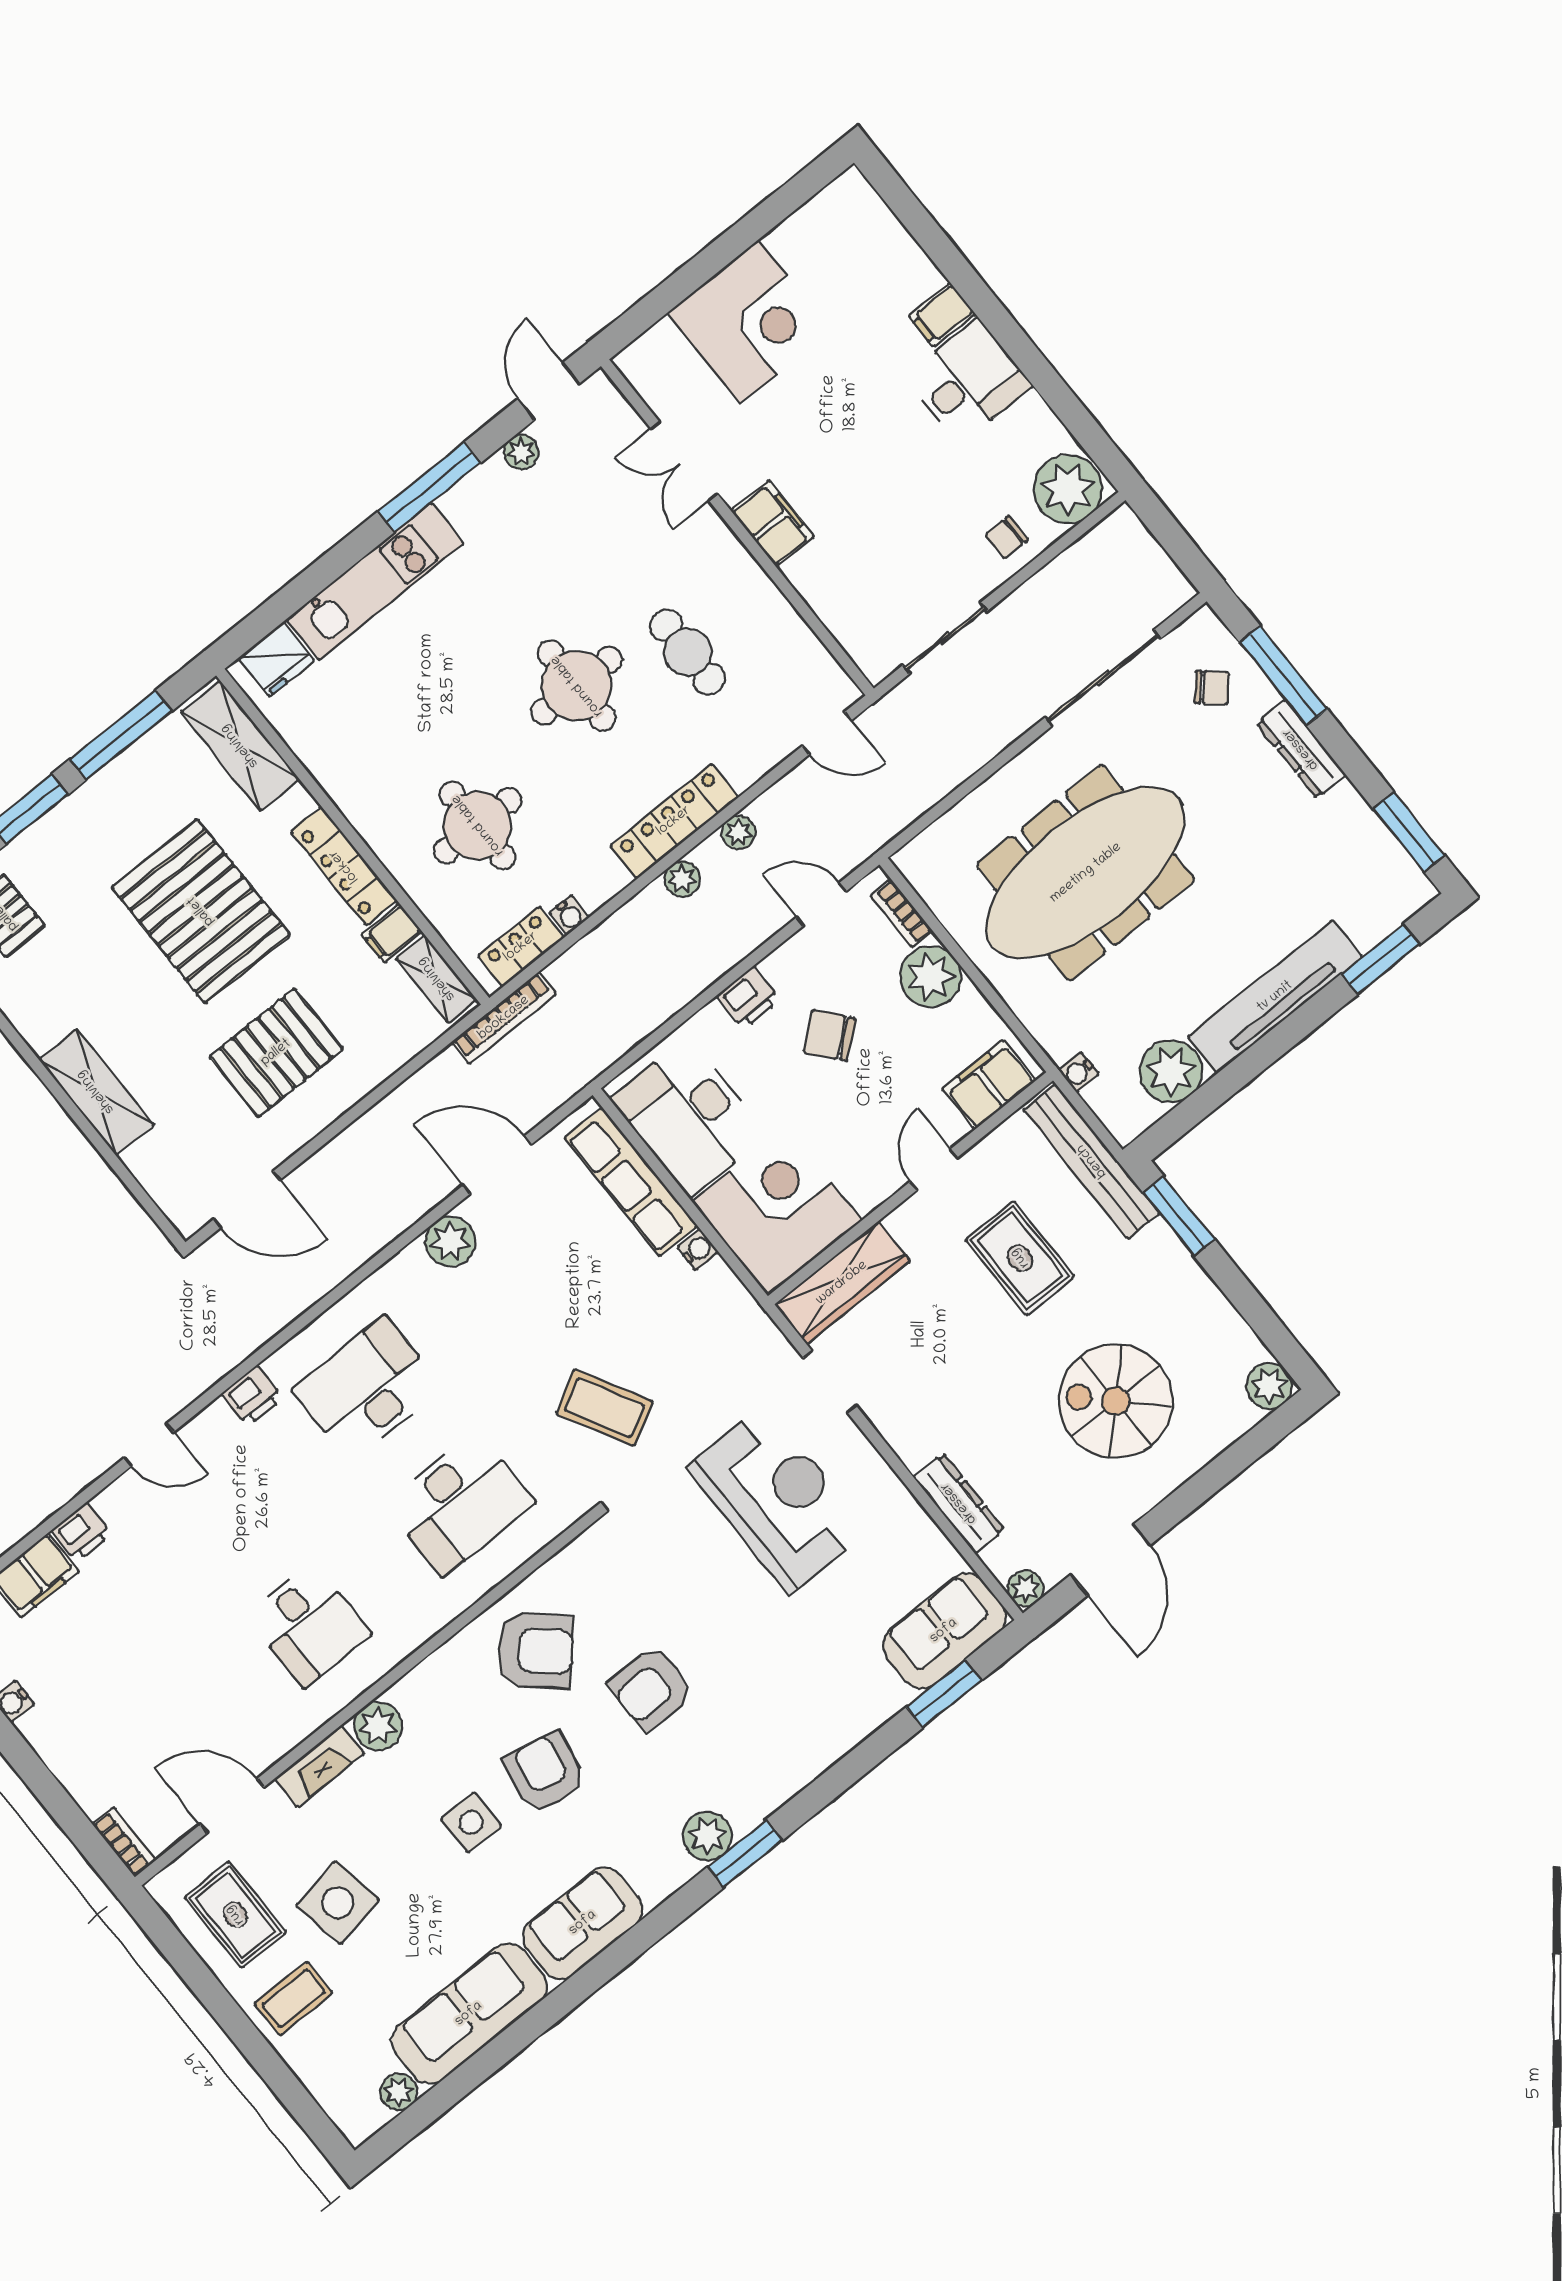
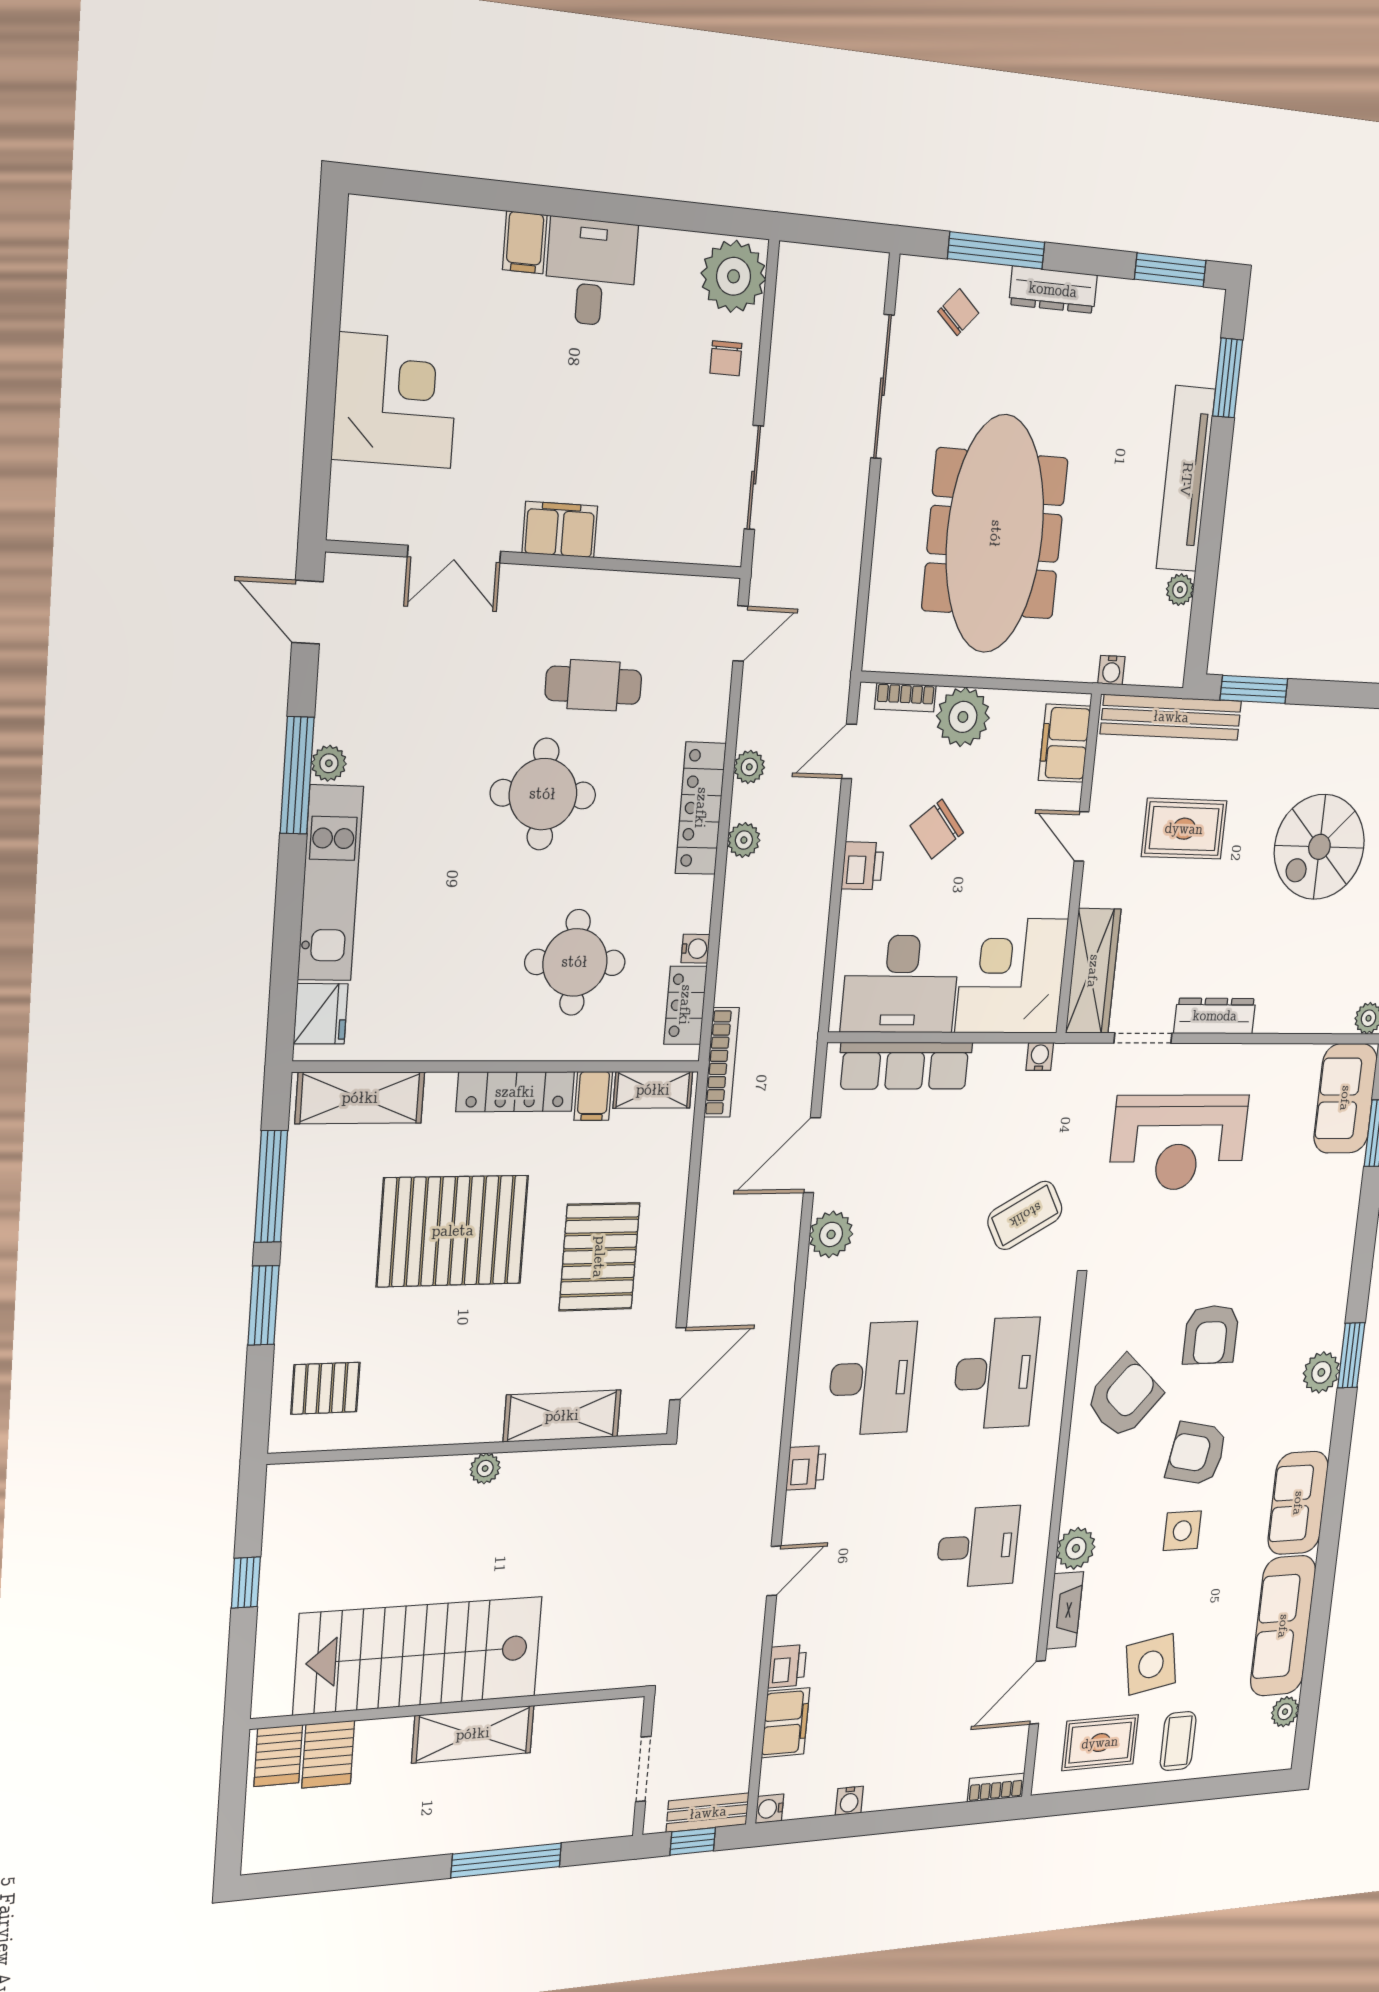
plant: (521, 452) -> (329, 763), moved
plant: (1171, 1071) -> (1180, 590), width x0.53, depth x0.53
shelving: (96, 1092) -> (562, 1416), moved
plant: (42, 1106) -> (485, 1468), added
water cooler: (698, 1250) -> (1040, 1057), moved
desk: (368, 1389) -> (872, 1378), turned 180
reception desk: (777, 1499) -> (1179, 1142), turned 180
dresser: (959, 1503) -> (1215, 1016), moved

